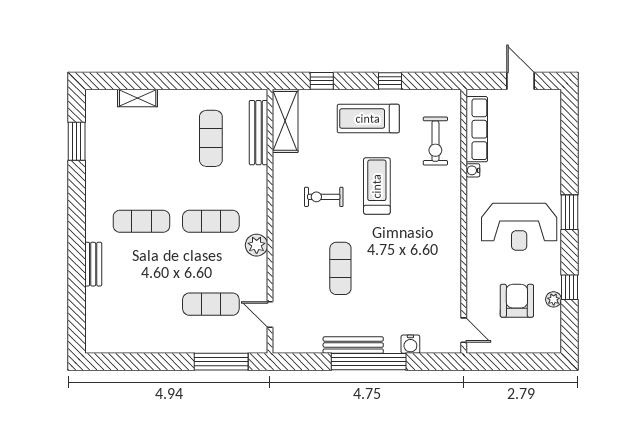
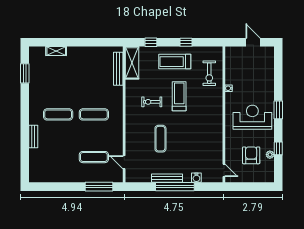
row of seats: (477, 129) -> (231, 67), removed
exercise mat: (211, 138) -> (94, 72), removed
reception desk: (519, 227) -> (252, 117), turned 180
plant: (257, 245) -> (117, 127), removed

